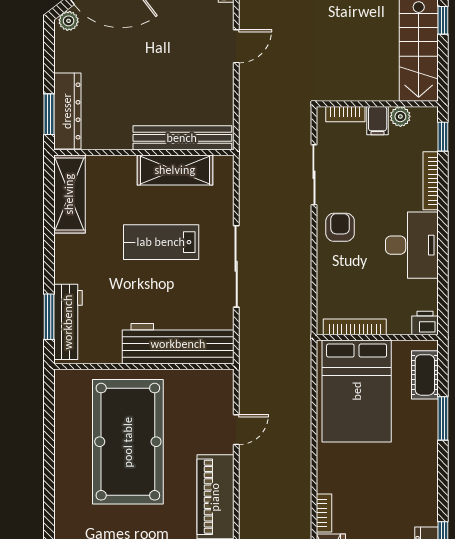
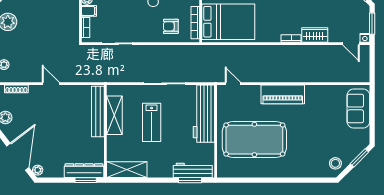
armchair: (340, 227) -> (171, 26), moved
door: (236, 430) -> (233, 84), moved

